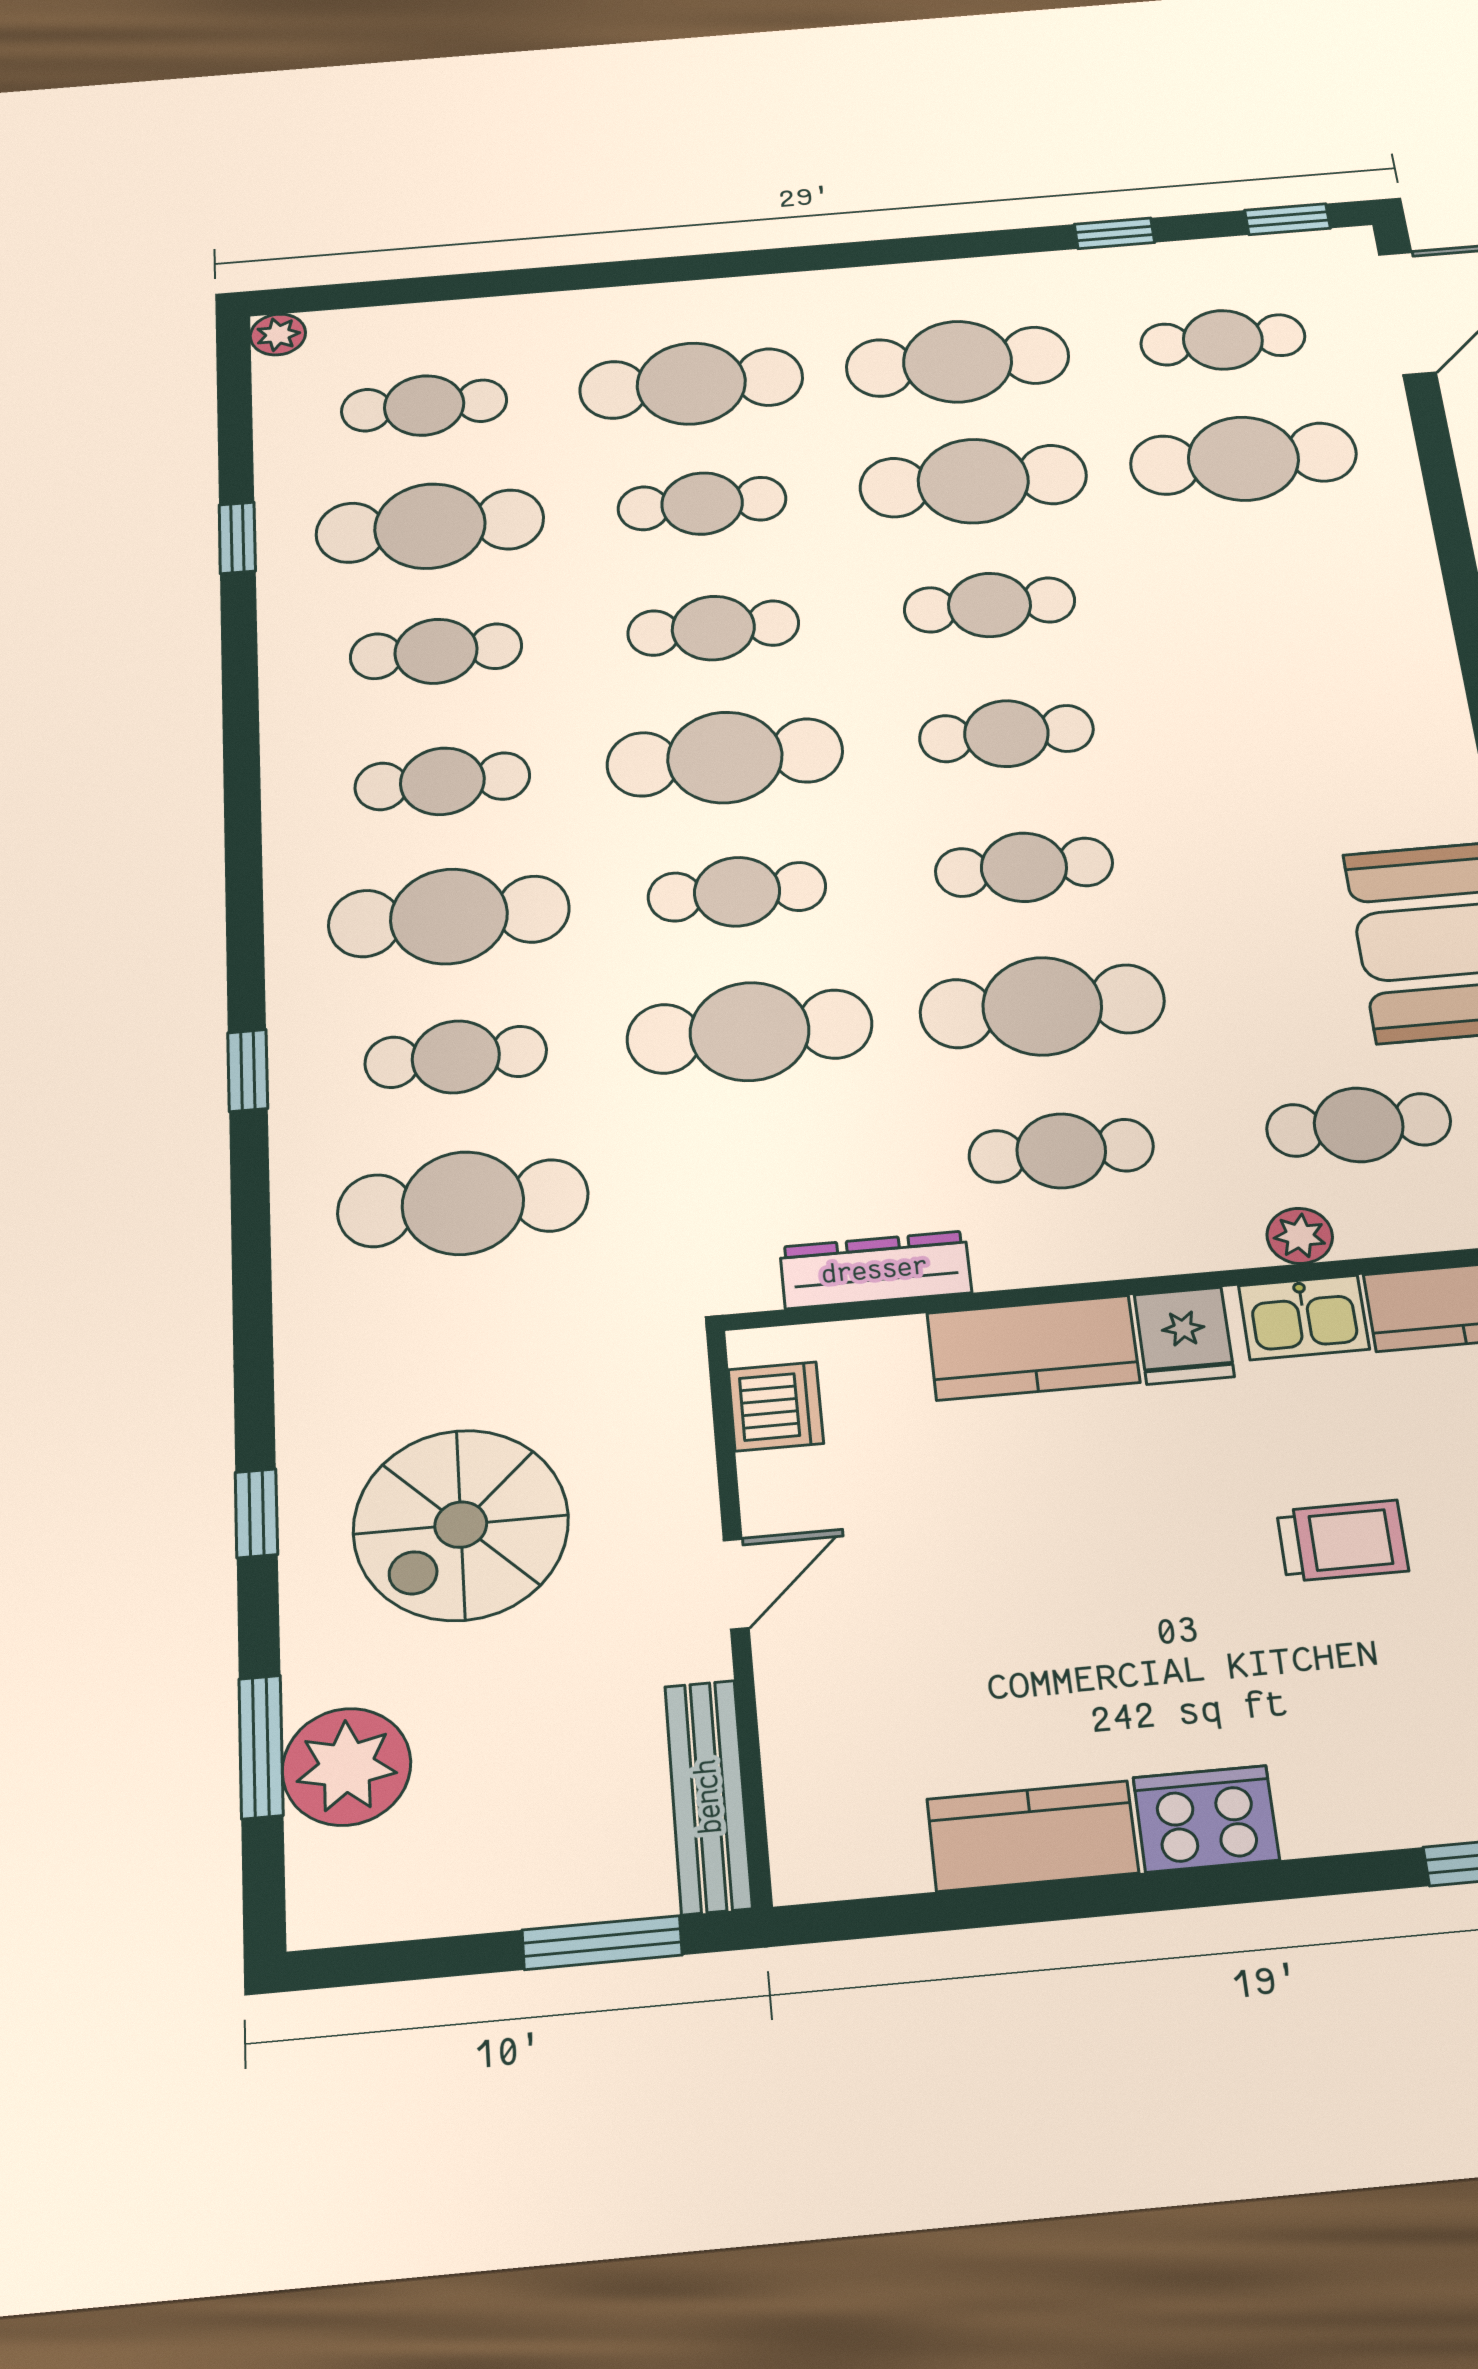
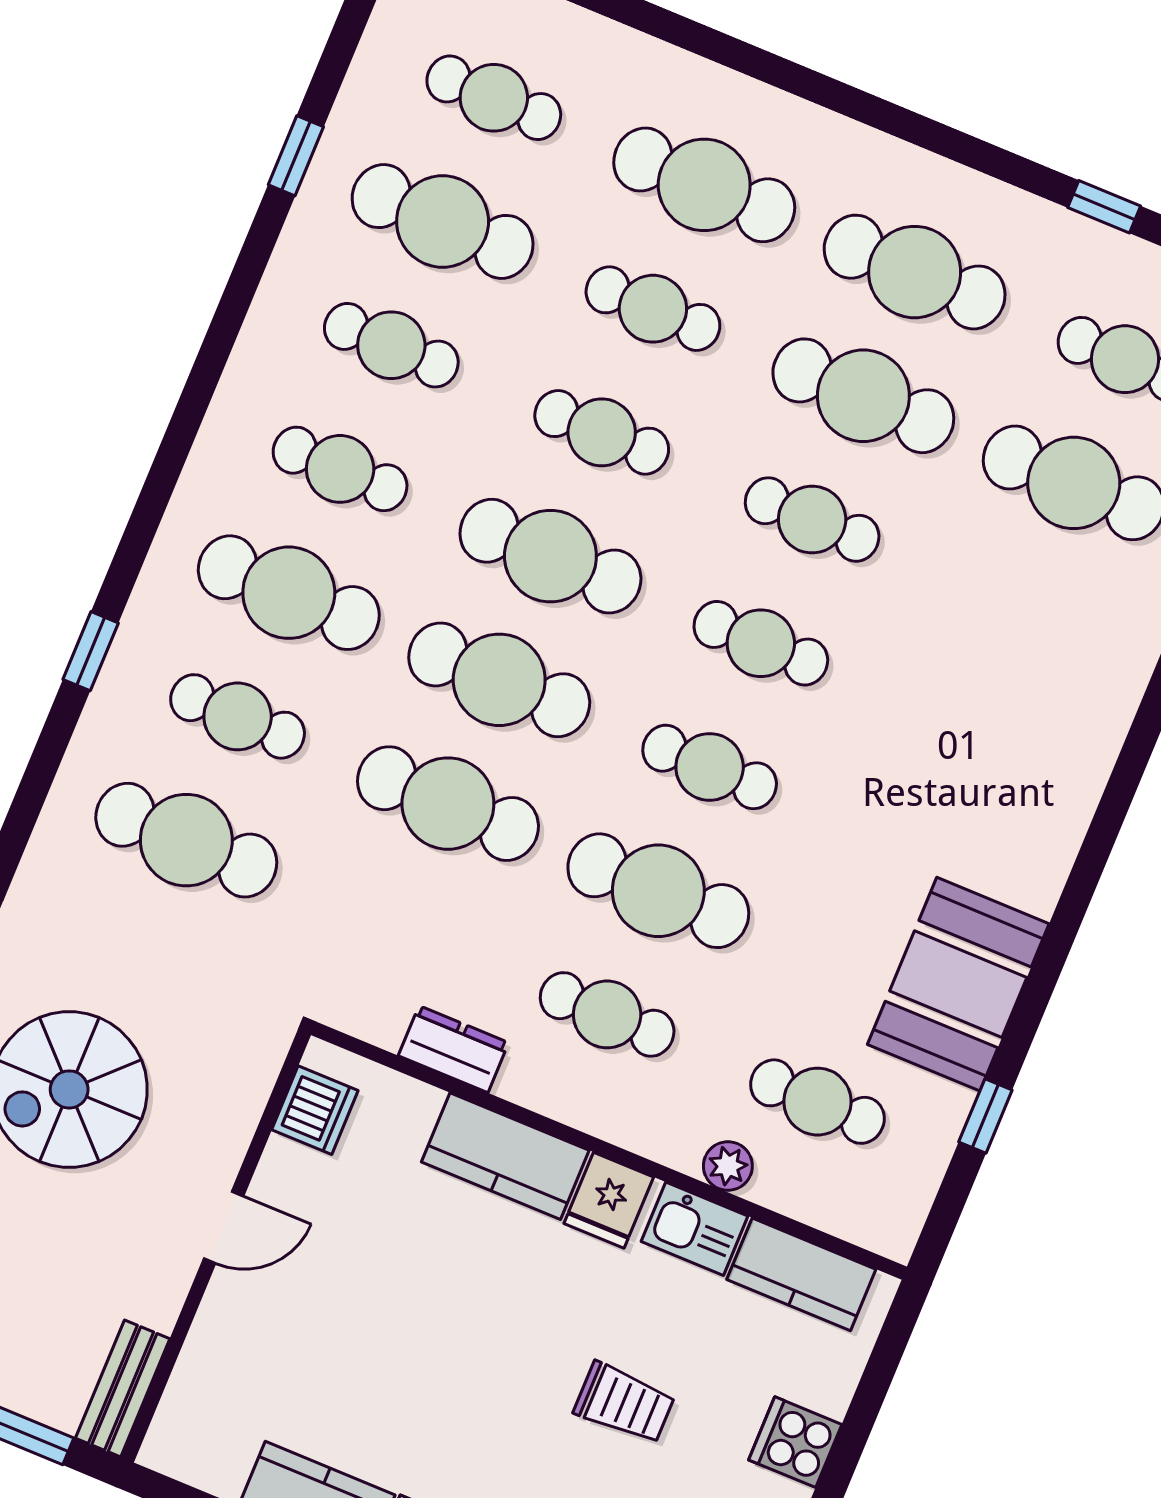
cafe table: (737, 892) -> (499, 680), width x1.37, depth x1.35
dresser: (875, 1270) -> (453, 1049), width x0.70
bench: (708, 1796) -> (123, 1388), width x0.73

